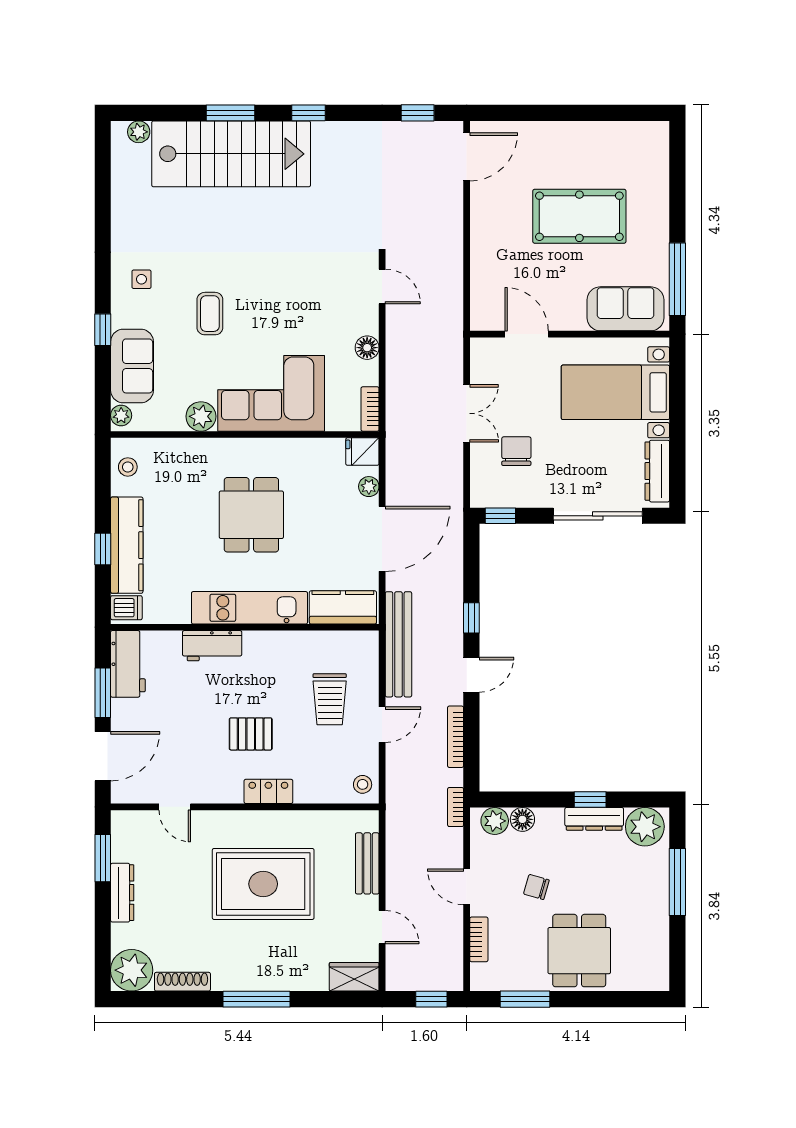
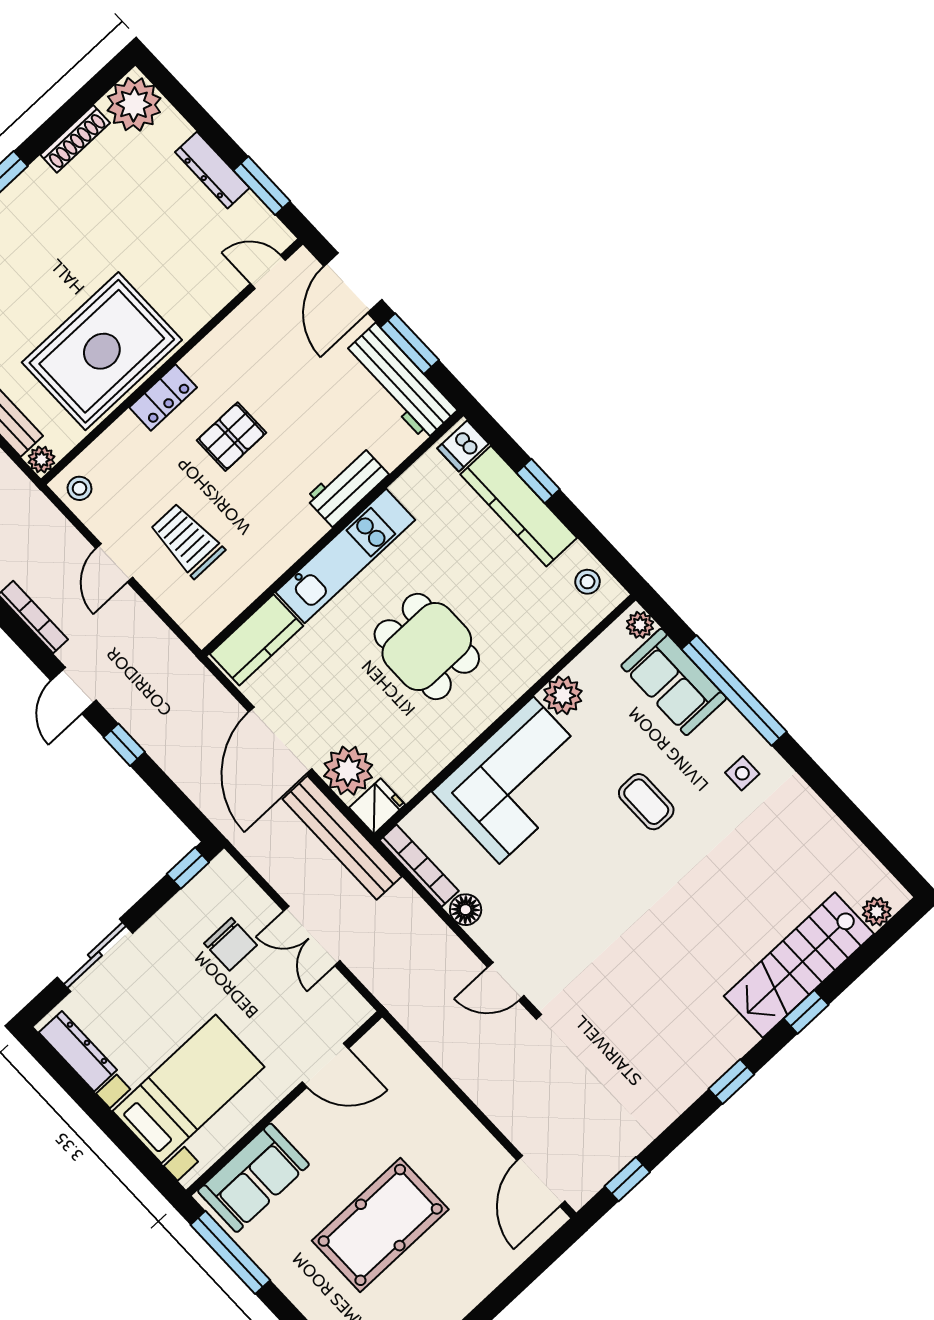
window: (230, 113) -> (806, 1012), width x0.67
stairs: (231, 154) -> (799, 965), width x0.73, depth x0.66
window: (103, 330) -> (734, 690), width x3.17
bookcase: (370, 409) -> (419, 866), width x1.56
plant: (369, 487) -> (348, 771), width x1.88, depth x1.88
sliding door: (598, 516) -> (95, 955), width x0.73
bench: (398, 644) -> (342, 838), moved
workbench: (128, 664) -> (400, 382), width x1.38
door: (175, 807) -> (268, 272), moved
plant: (369, 820) -> (42, 460), added
rug: (263, 884) -> (102, 351), moved

